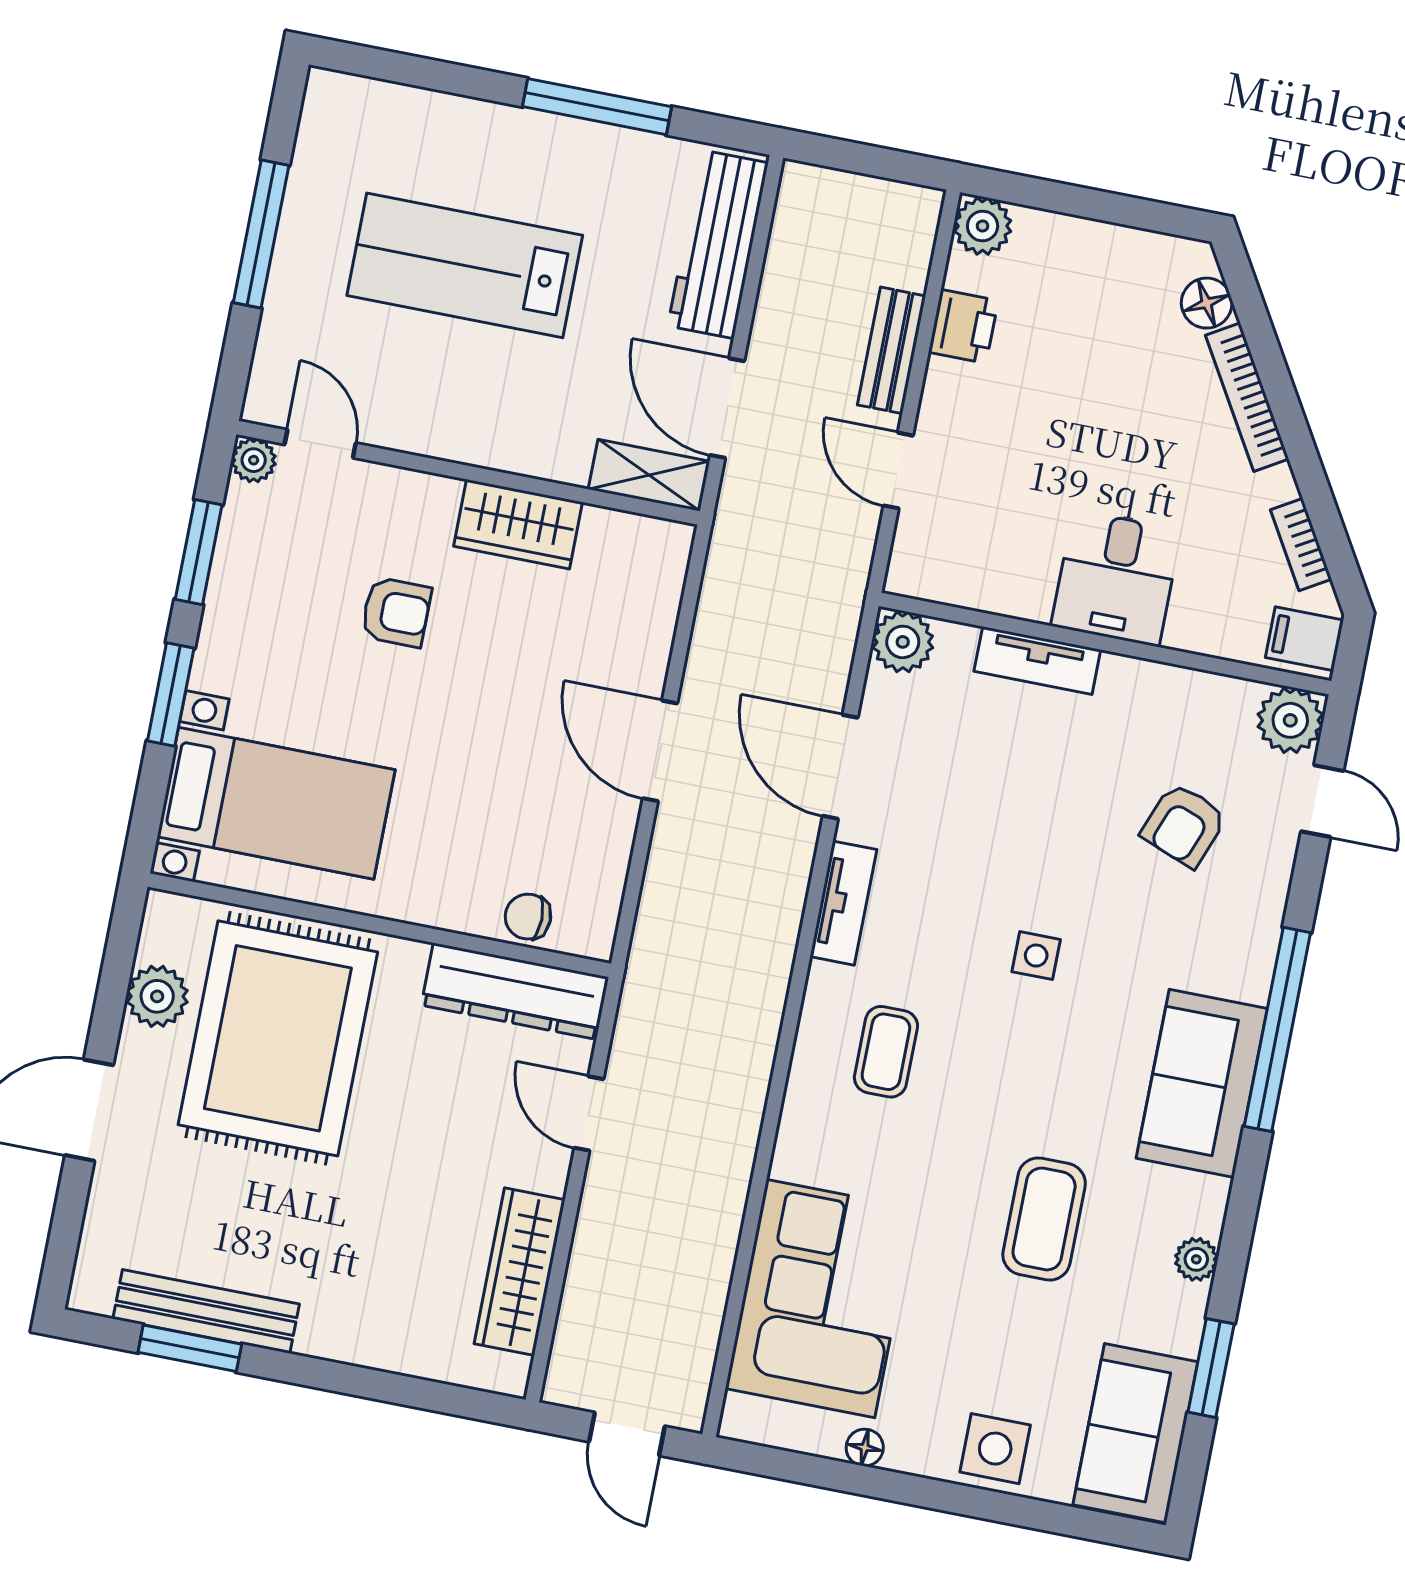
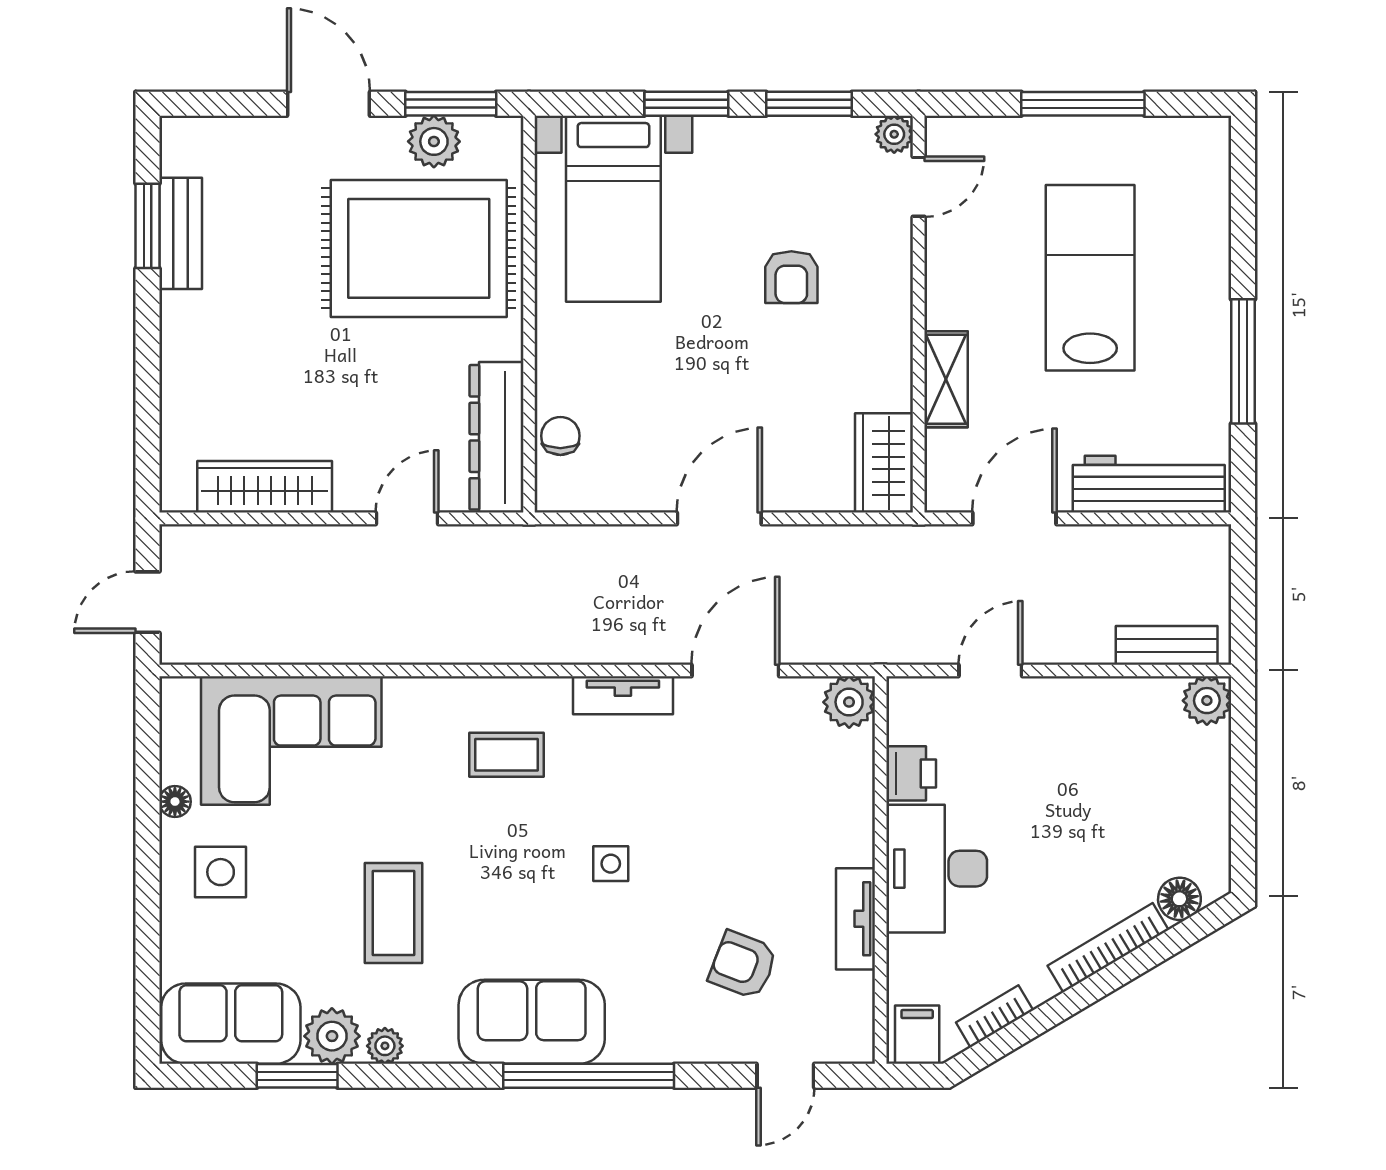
printer: (963, 326) -> (911, 773), moved, turned -90
bench: (892, 350) -> (1167, 645), moved
shelving: (649, 475) -> (946, 379), moved
wardrobe: (518, 524) -> (884, 463), moved
desk: (1116, 578) -> (937, 869), width x1.37
tv unit: (1037, 661) -> (856, 919), moved
plant: (1290, 720) -> (332, 1036), moved
window: (117, 968) -> (451, 104), added
coffee table: (1044, 1219) -> (394, 913), turned 90
bench: (206, 1311) -> (181, 233), width x0.73
side table: (995, 1449) -> (221, 872), moved

